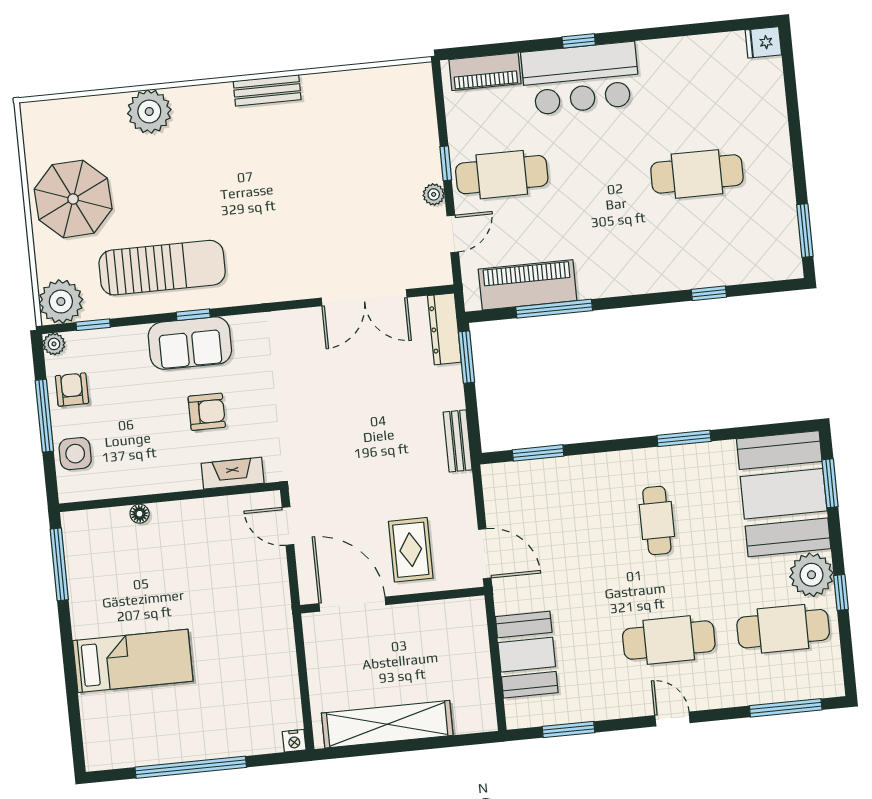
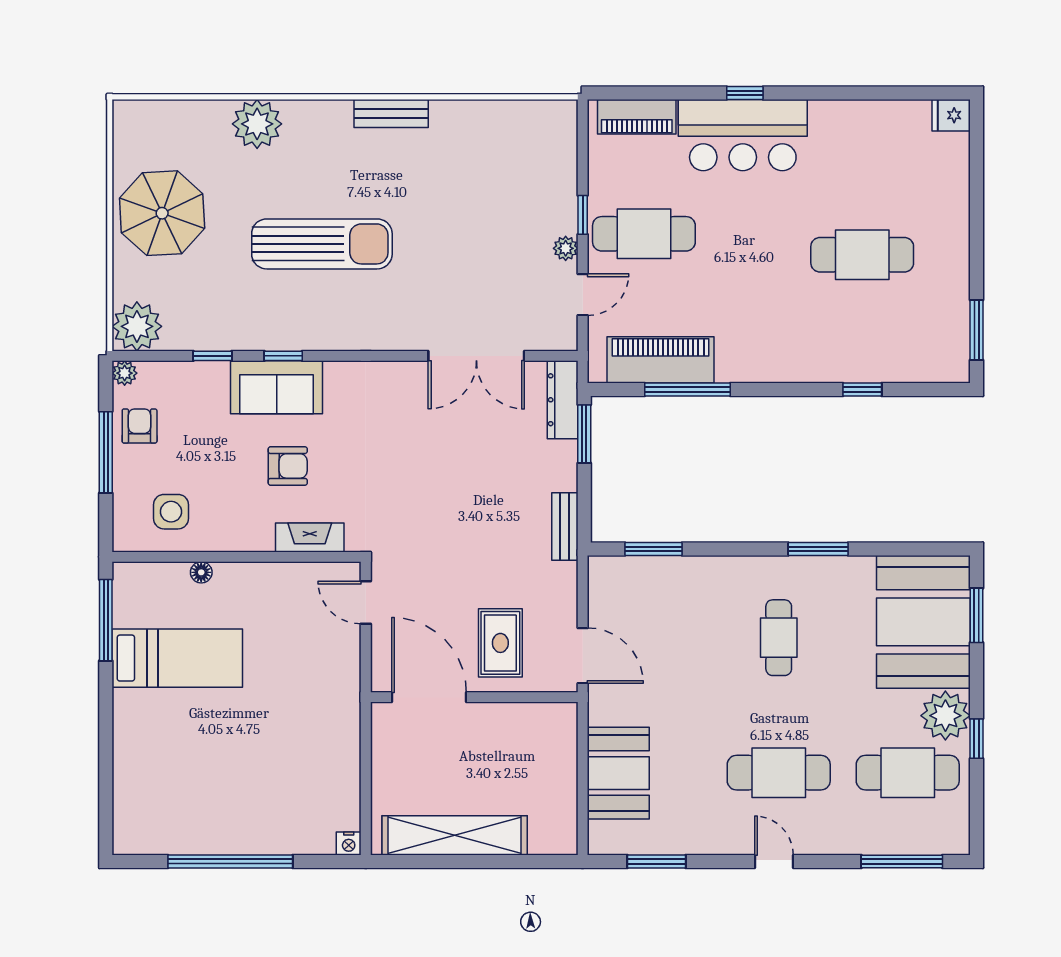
sun lounger: (162, 268) -> (322, 244), moved
window: (93, 325) -> (212, 356), moved
side table: (75, 454) -> (171, 512), moved
bed: (133, 661) -> (177, 658), moved

